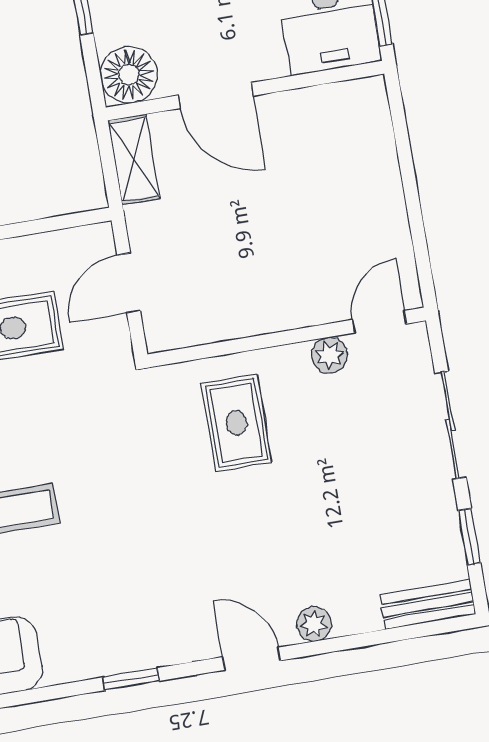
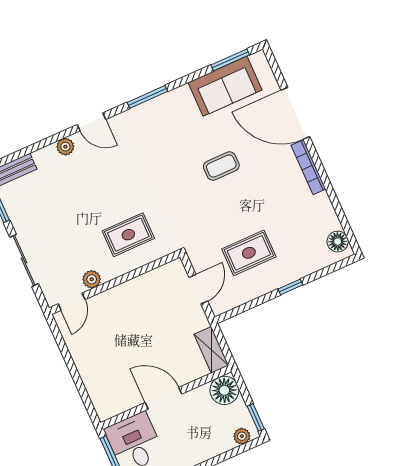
door: (216, 95) -> (164, 398), moved
rug: (236, 423) -> (128, 235), turned 90
window: (131, 679) -> (147, 97), width x1.50

